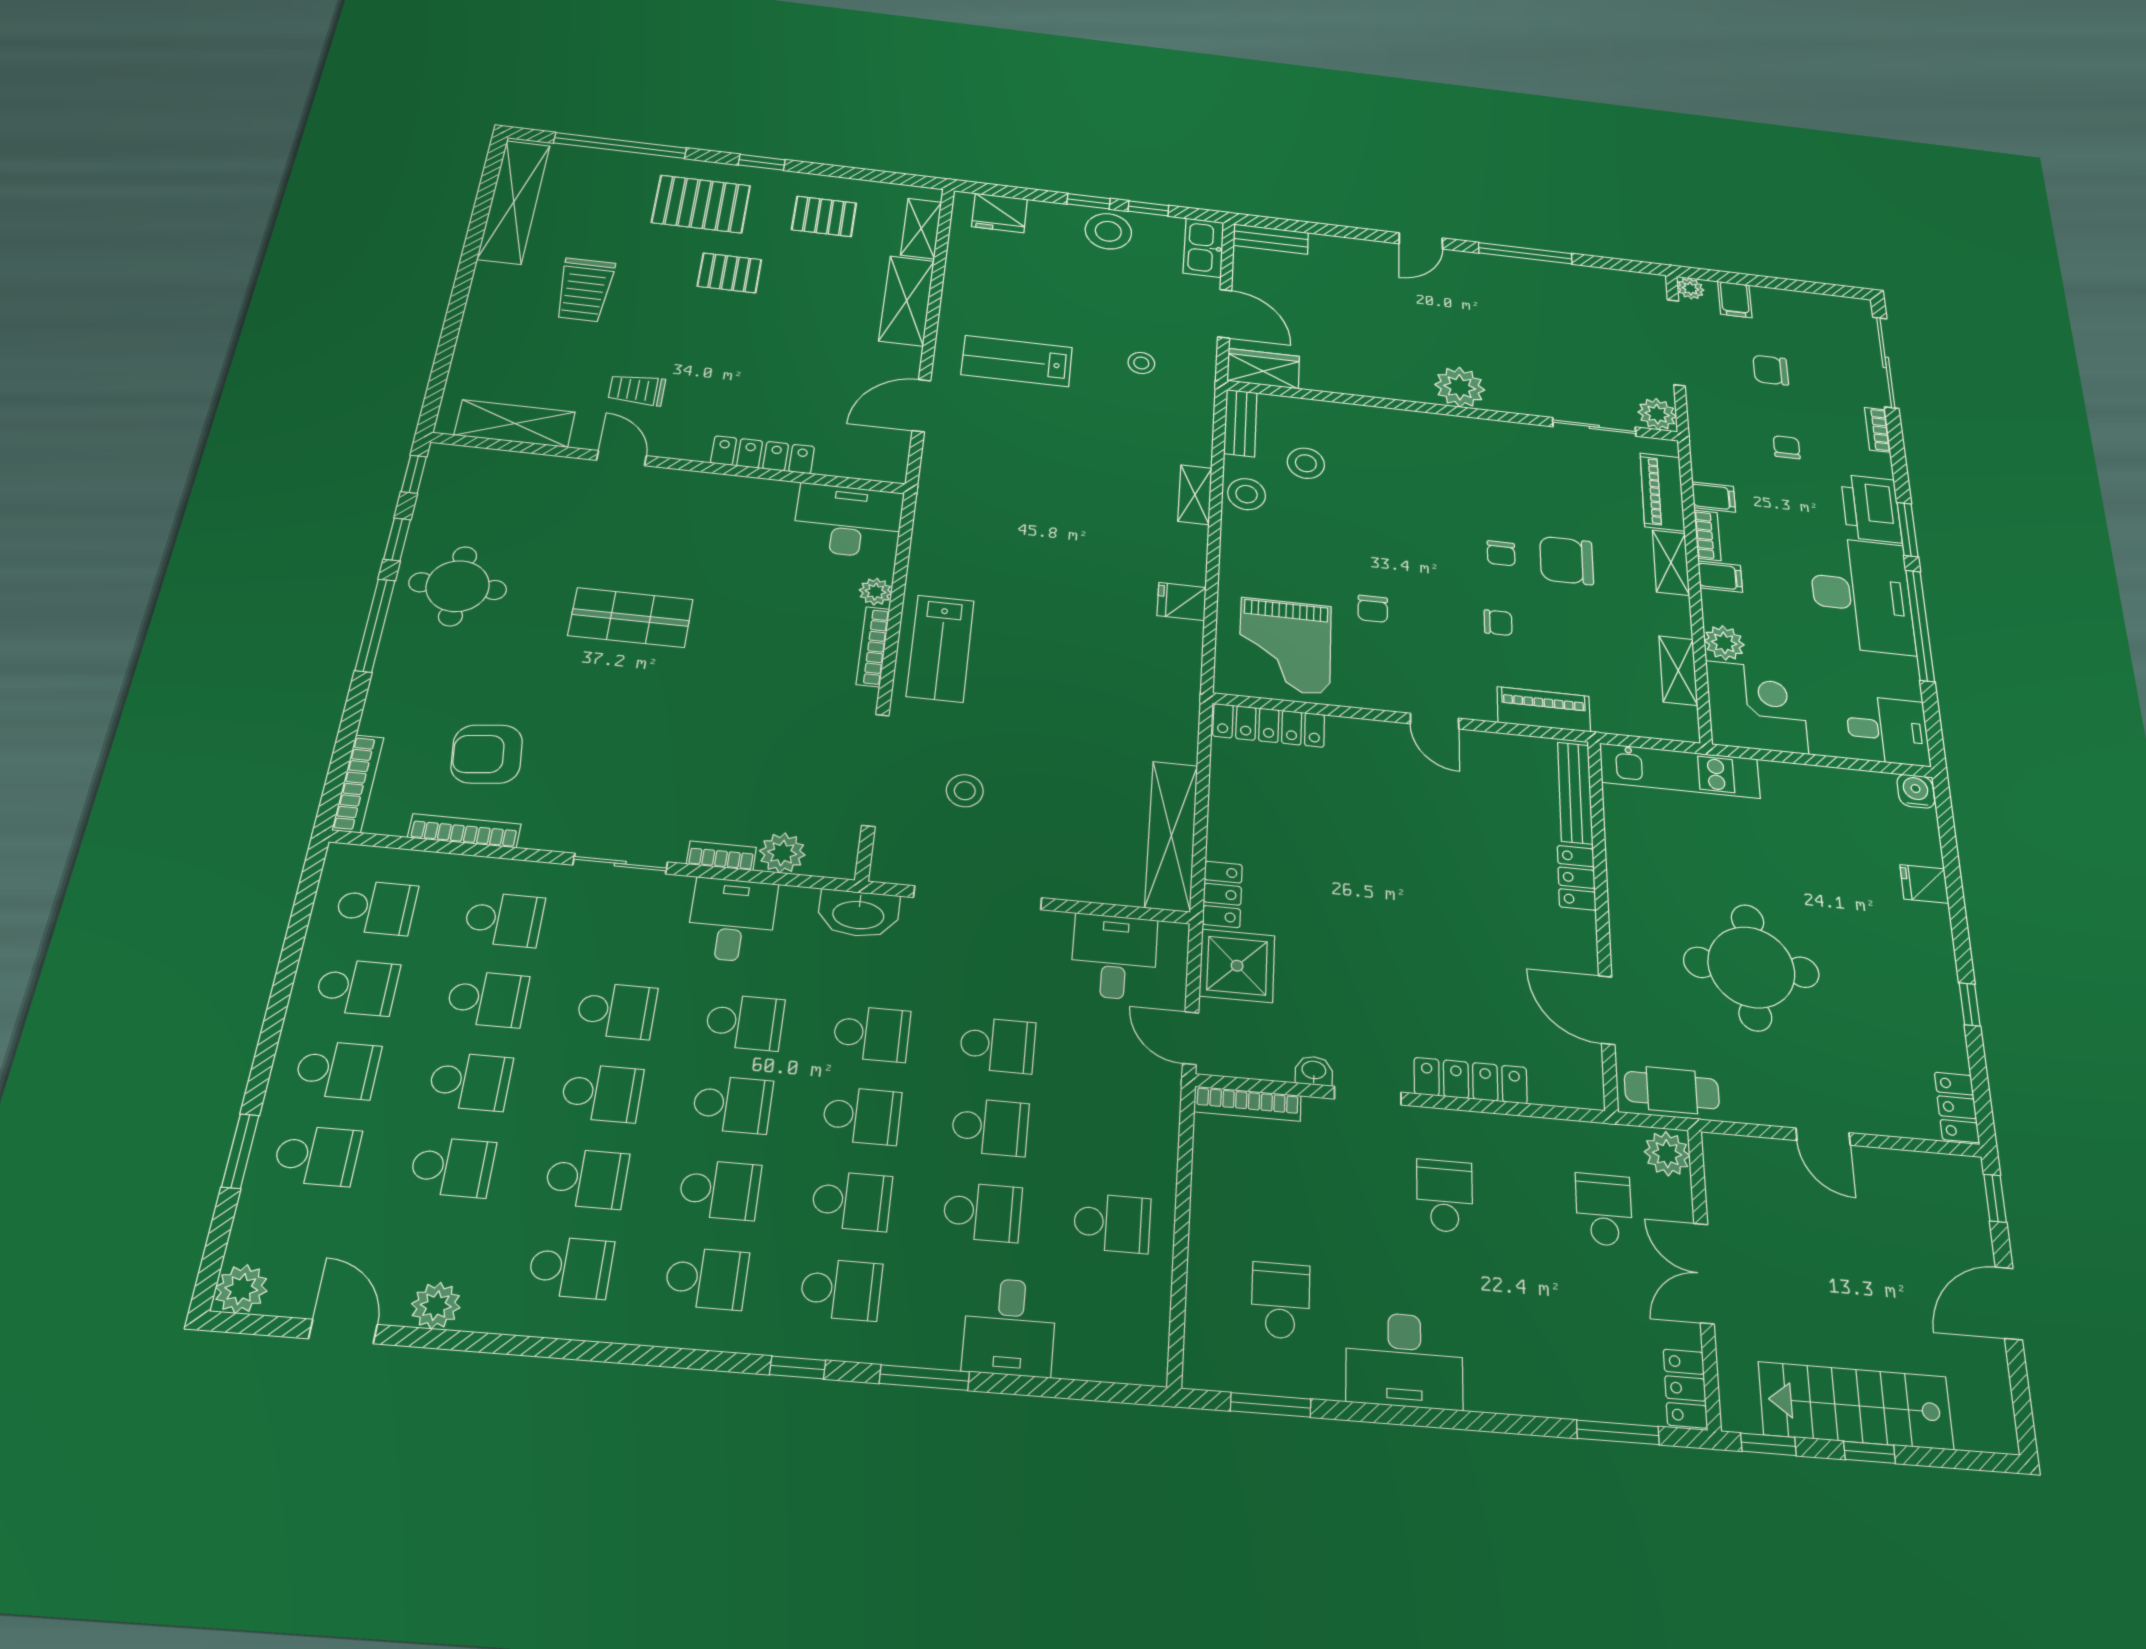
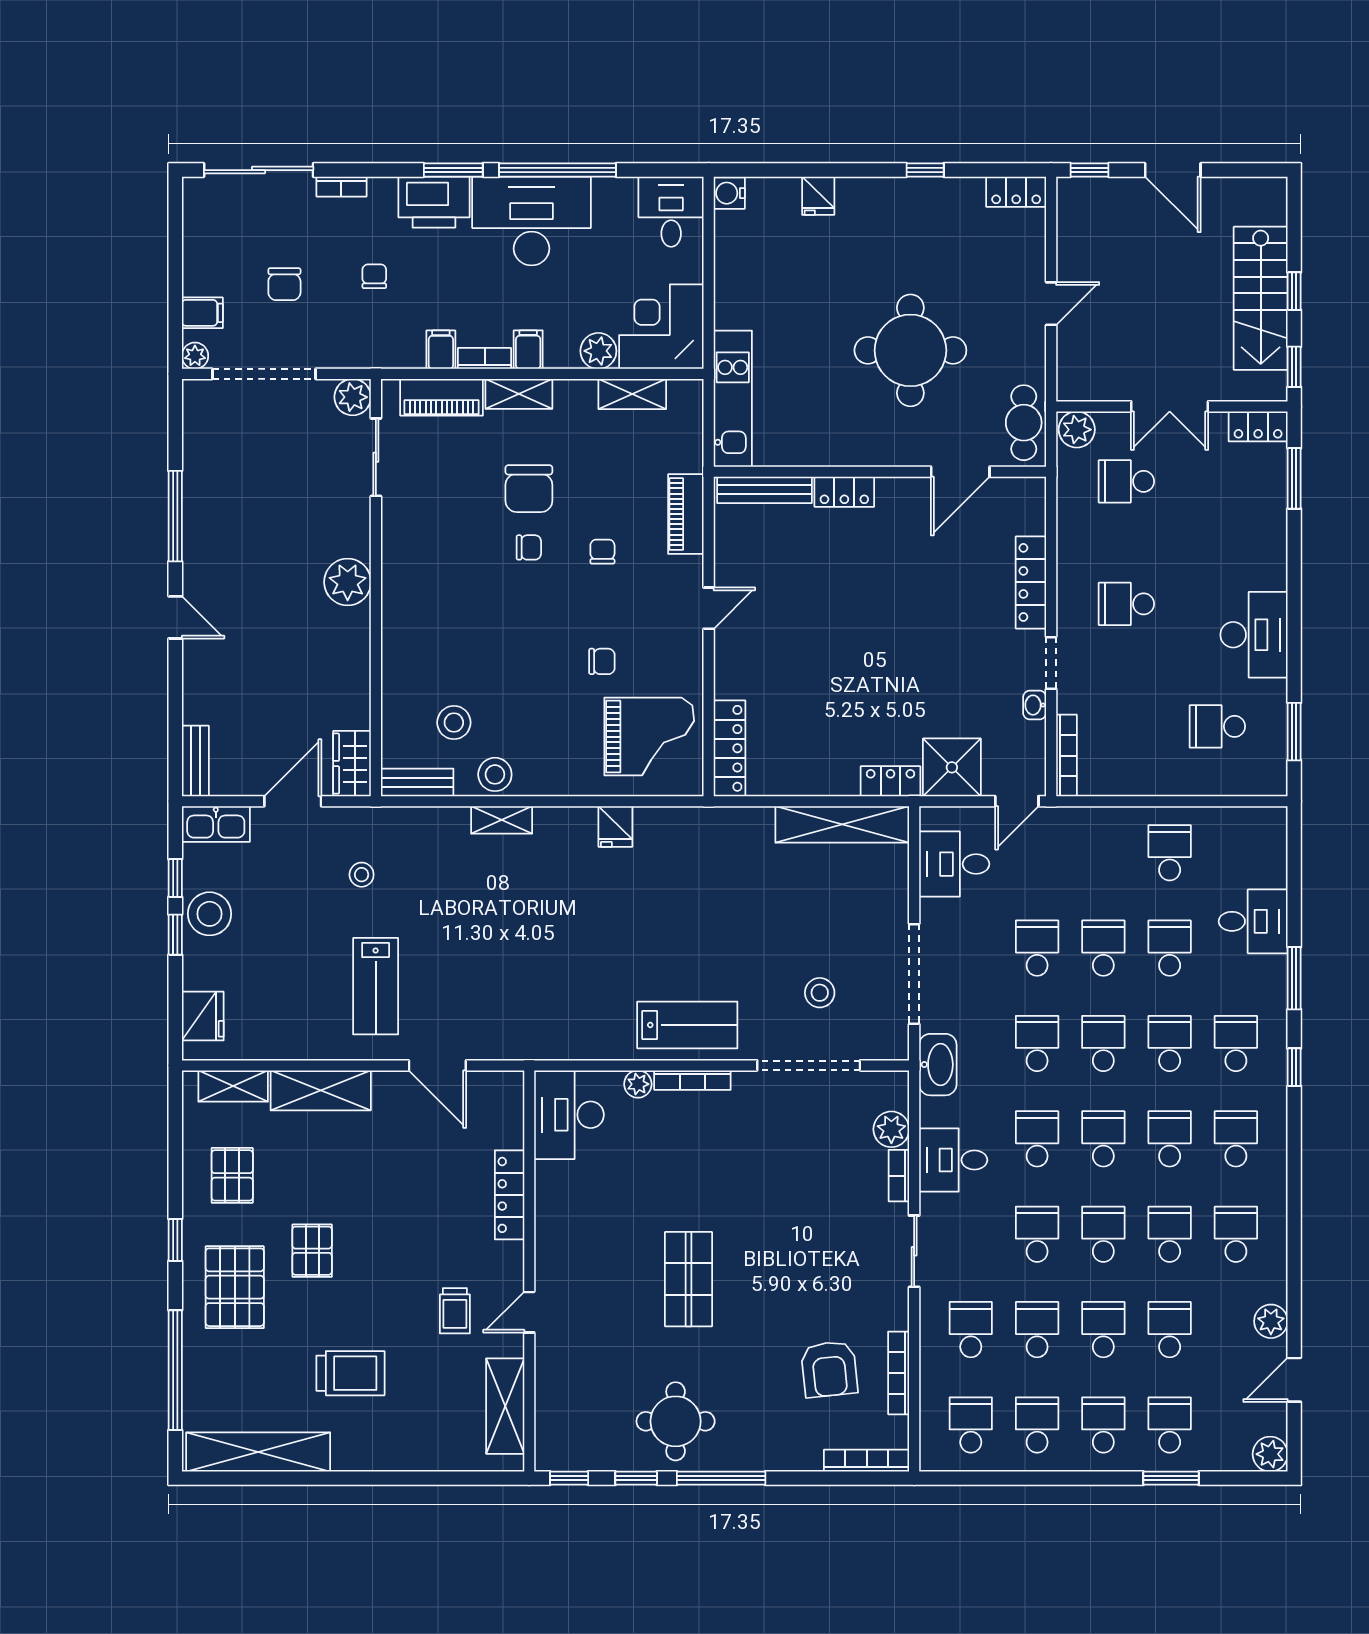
chair: (1787, 447) -> (374, 276), turned 90

